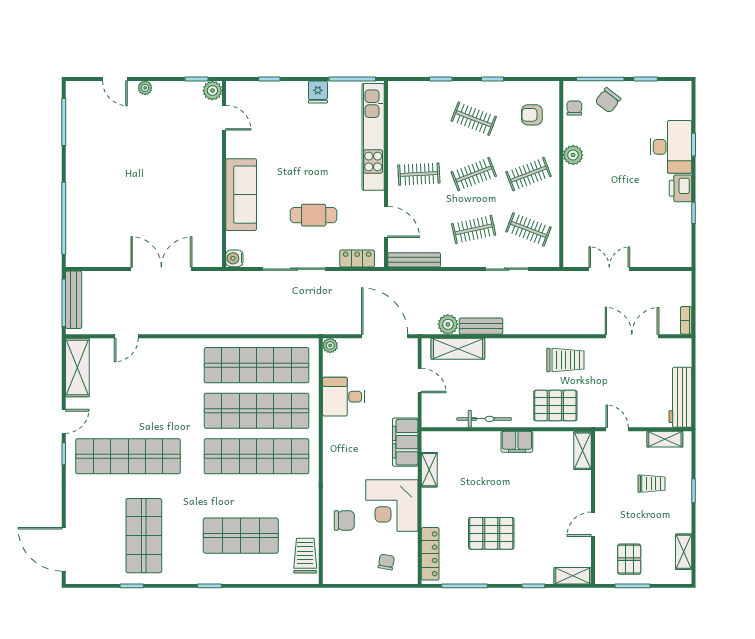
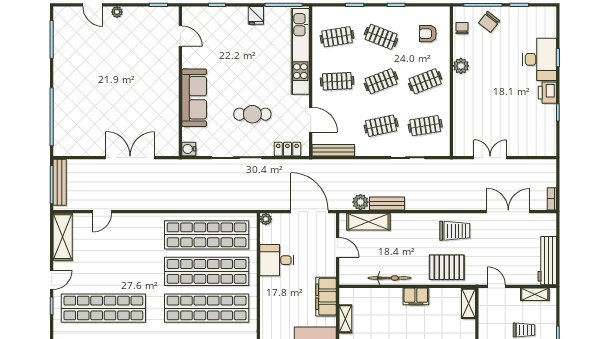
plant: (212, 91) -> (171, 14), removed
clothes rail: (419, 119) -> (337, 37), added
clothes rail: (528, 229) -> (425, 126), turned -30

